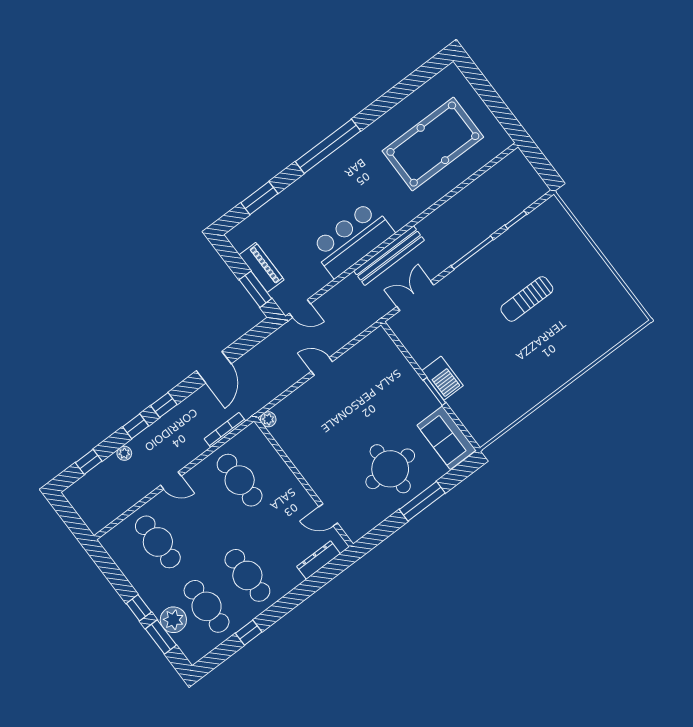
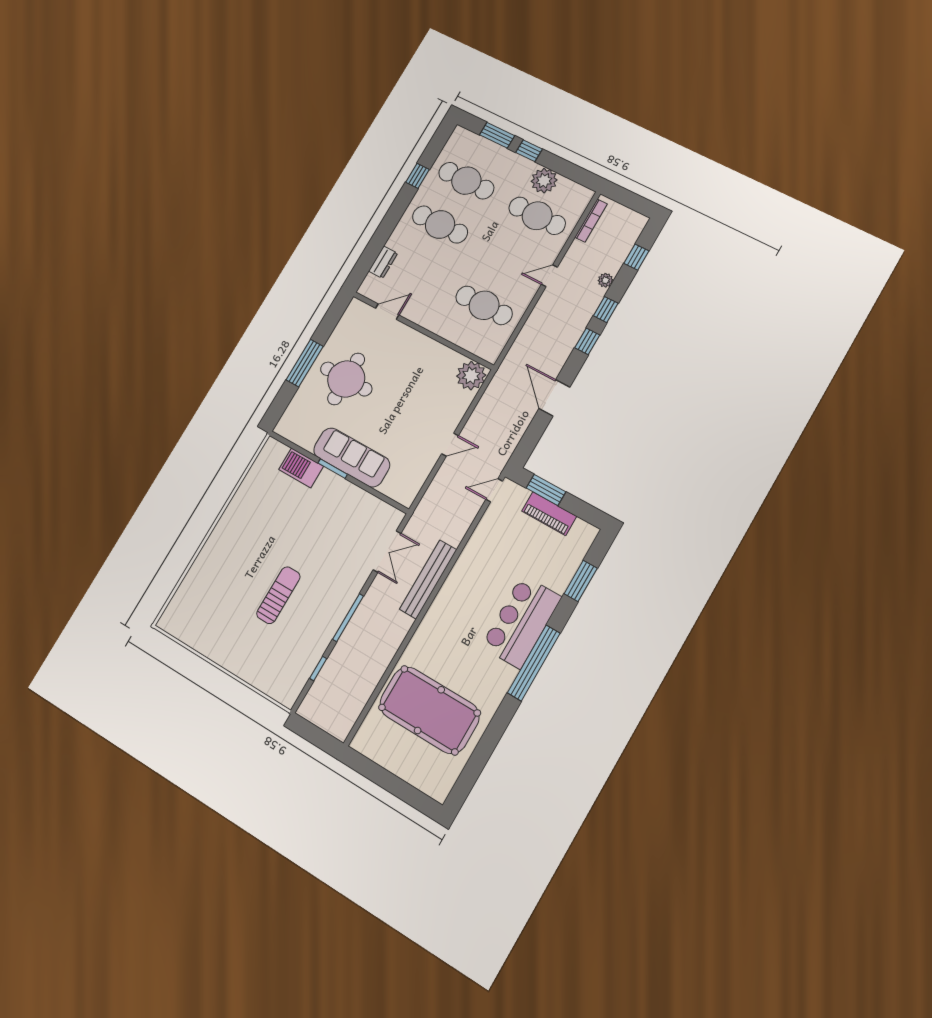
pool table: (433, 144) -> (429, 710), turned 90
bar counter: (352, 239) -> (521, 622), moved, turned 180
barbecue: (442, 378) -> (301, 468), moved
plant: (268, 419) -> (471, 376), width x1.88, depth x1.88
bookcase: (225, 430) -> (591, 221), moved
sofa: (446, 438) -> (352, 457), moved, width x1.36
dresser: (318, 560) -> (383, 262), width x0.70
plant: (173, 620) -> (544, 181), moved

